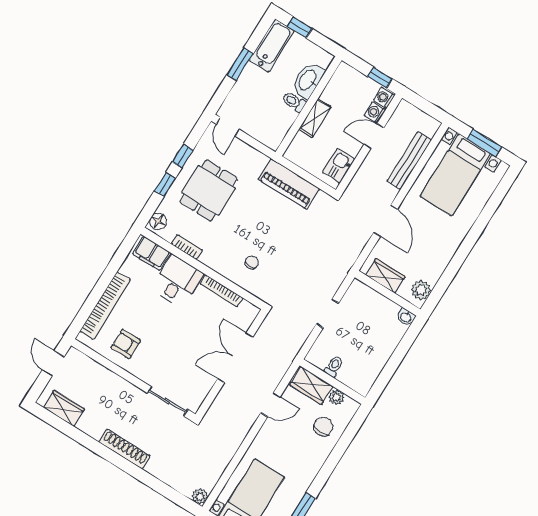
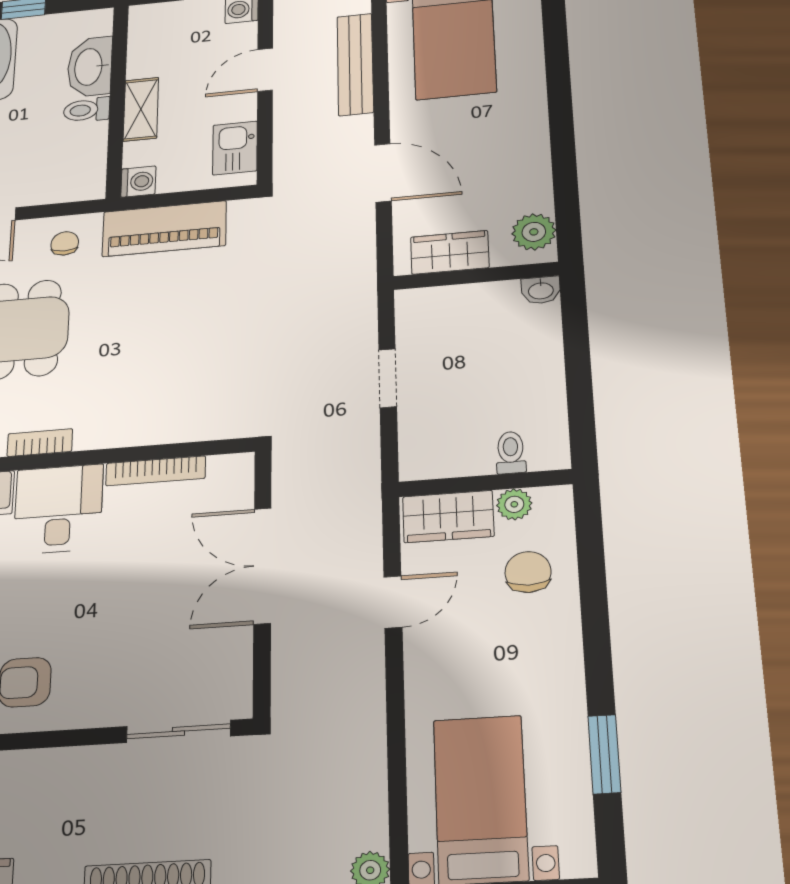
washing machine: (375, 112) -> (138, 182), moved, turned 180
chair: (252, 262) -> (65, 243), moved
toilet: (334, 366) -> (511, 453), moved

